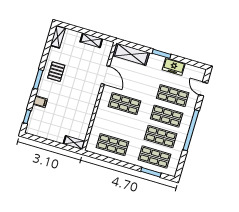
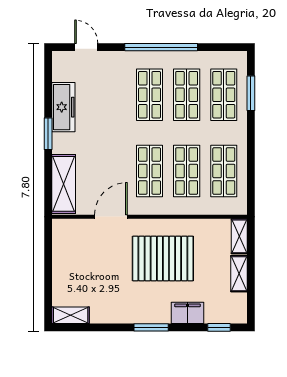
shelving: (91, 40) -> (239, 274), moved
freezer: (174, 67) -> (63, 107), width x1.40
pallet: (56, 72) -> (163, 259), moved, width x2.05, depth x2.00
door: (203, 89) -> (86, 47), swing flipped
shop shelf: (173, 96) -> (187, 171), moved
filing cabinet: (40, 102) -> (187, 313), width x2.00

